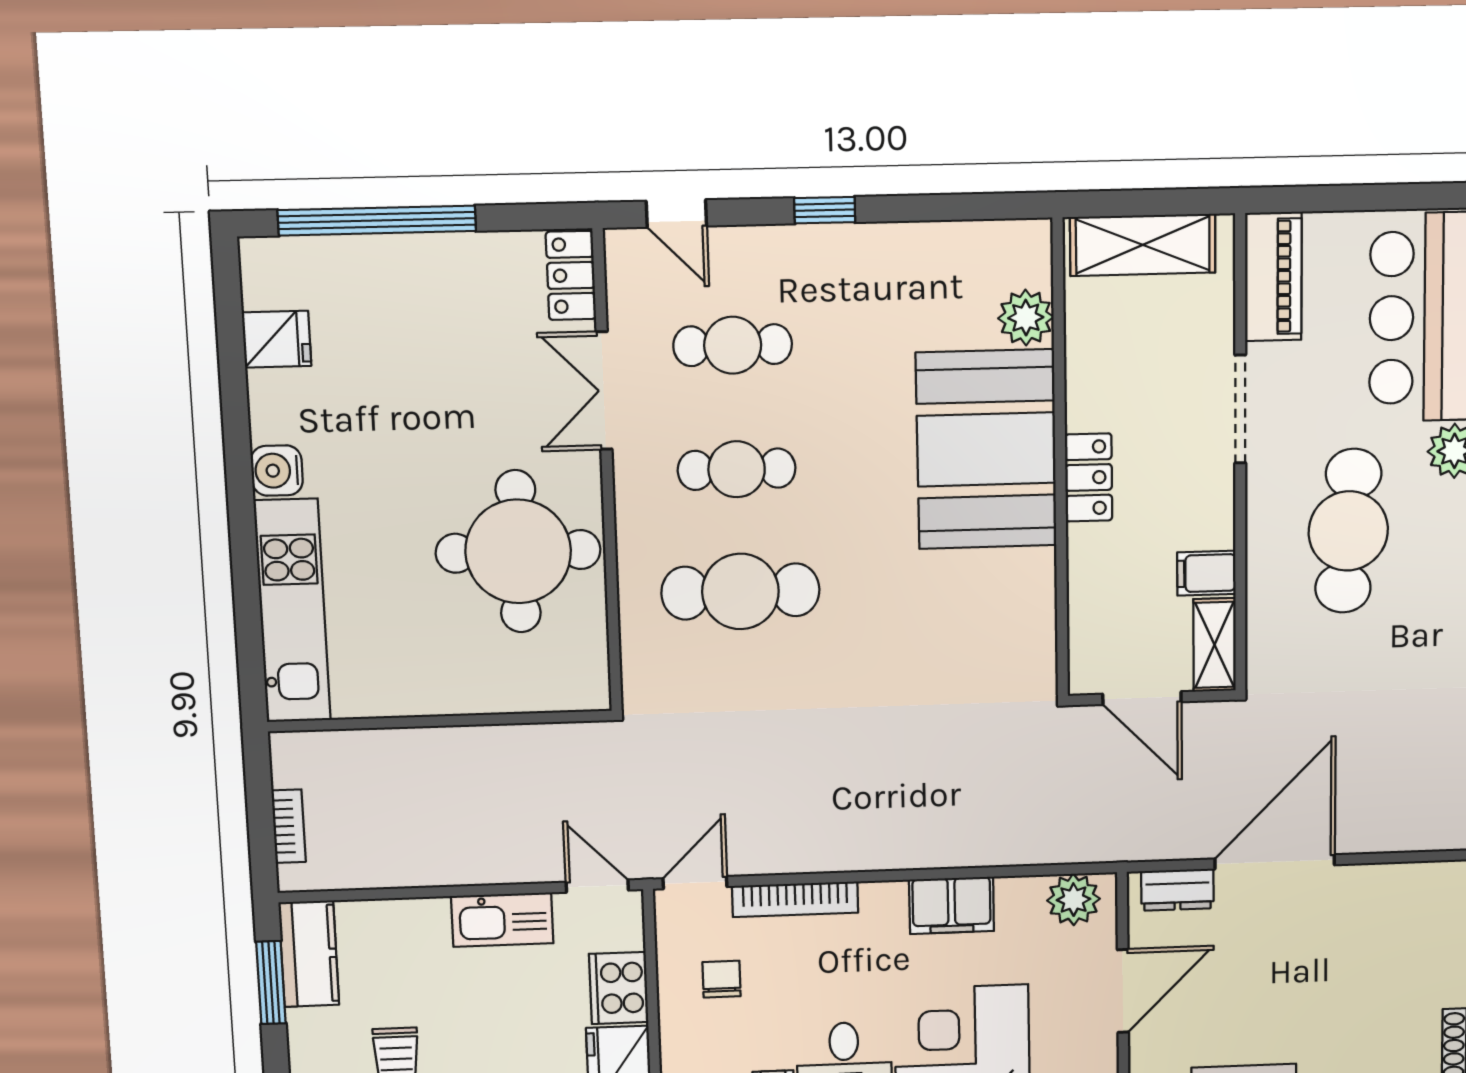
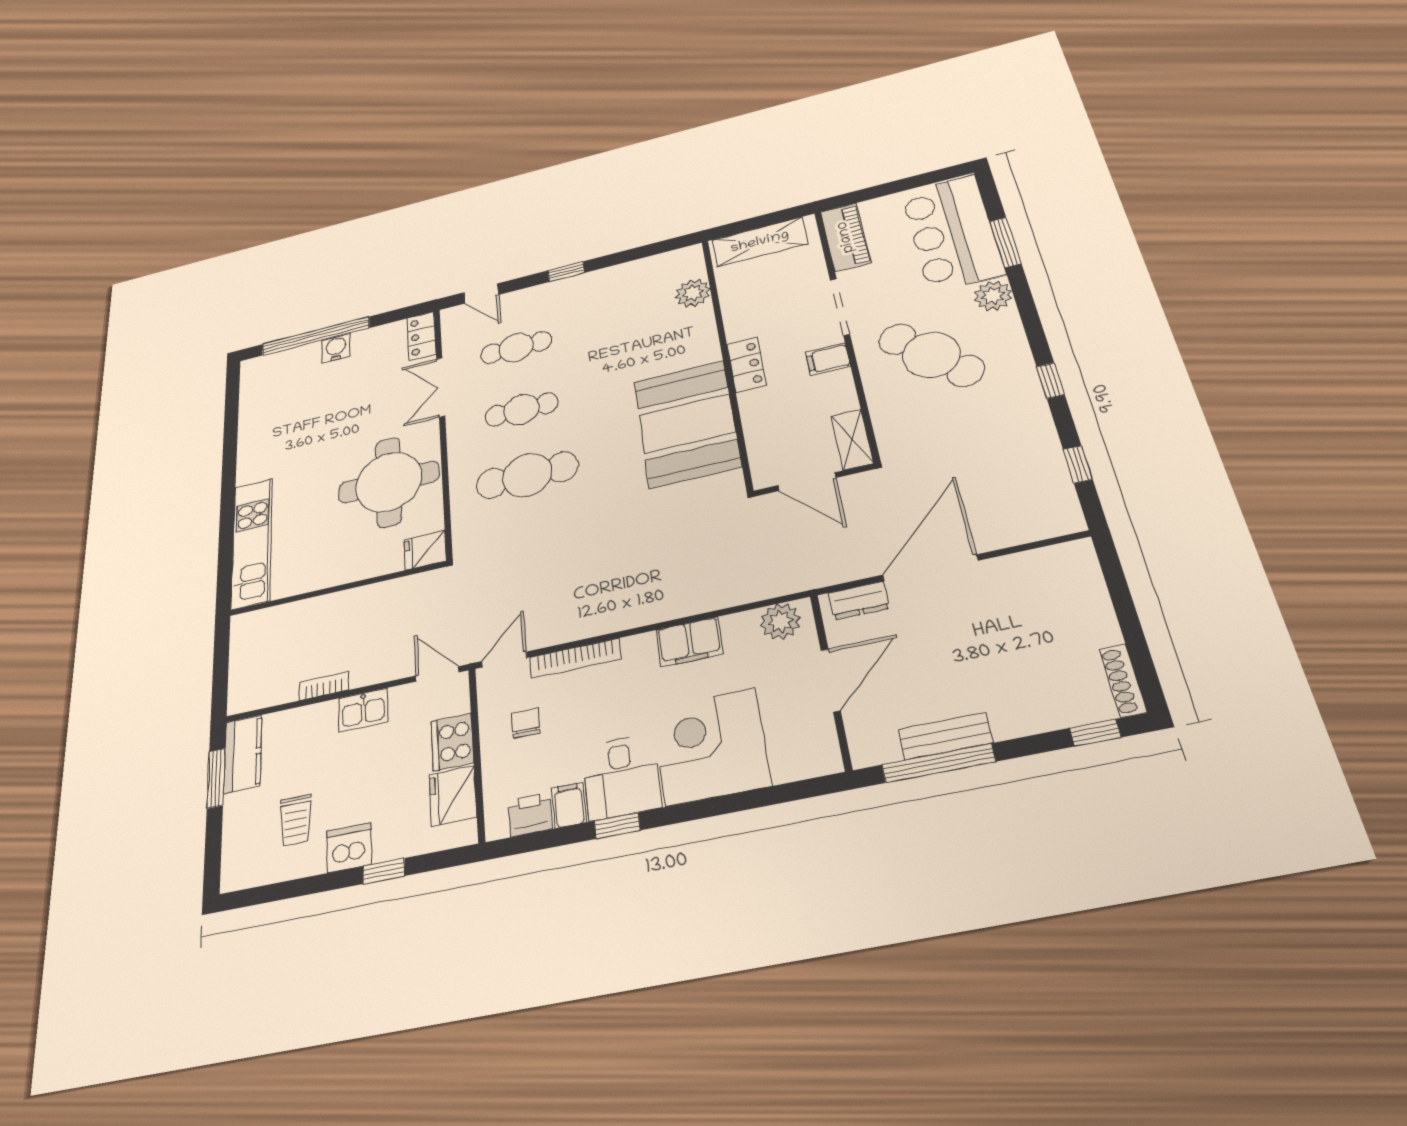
fridge: (277, 339) -> (425, 550), moved, turned 180
booth: (986, 449) -> (687, 424), moved
water cooler: (277, 471) -> (336, 348), moved, turned 90
cafe table: (1348, 531) -> (931, 355), turned -49
filing cabinet: (1206, 573) -> (828, 359), moved
bookcase: (289, 826) -> (324, 686), moved, turned -90
kitchen sink: (502, 920) -> (363, 710), width x0.73

